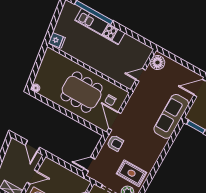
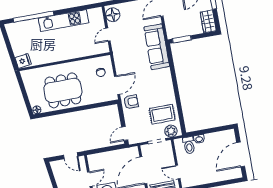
kitchen unit: (100, 27) -> (64, 21), moved
dining table: (82, 92) -> (63, 90), moved
door: (115, 121) -> (117, 85), swing flipped

